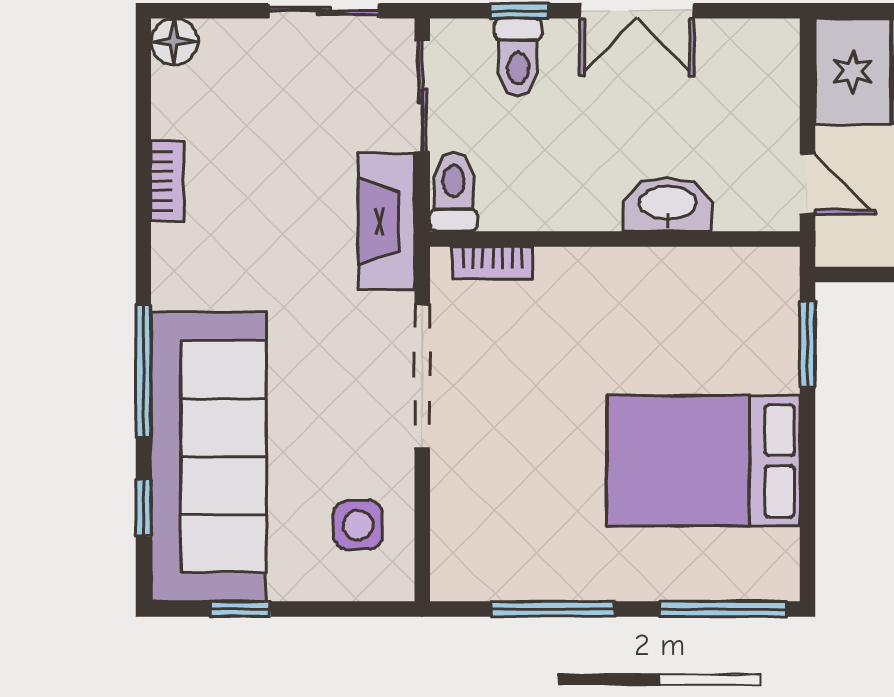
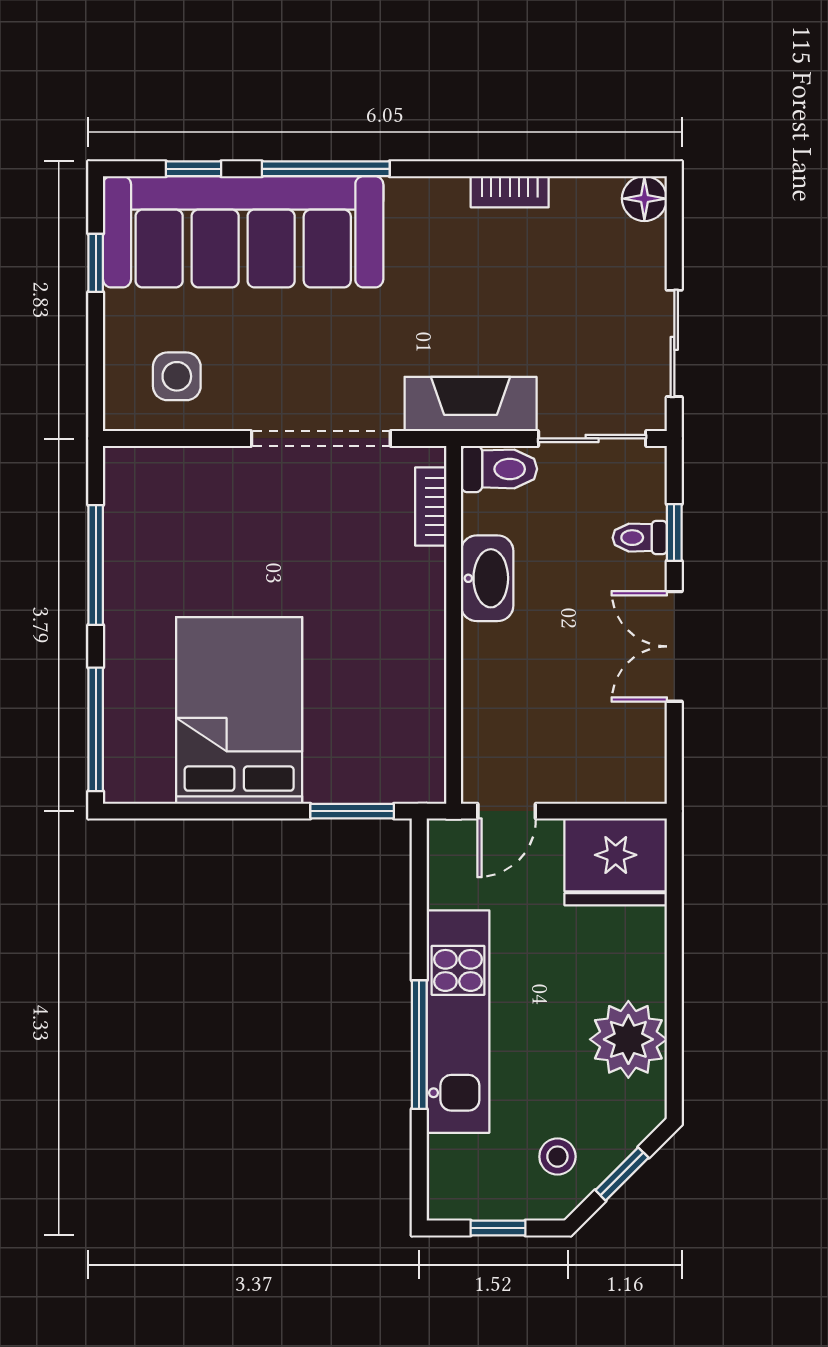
toilet: (518, 57) -> (640, 538), width x0.73, depth x0.72
washbasin: (668, 204) -> (487, 578), moved

